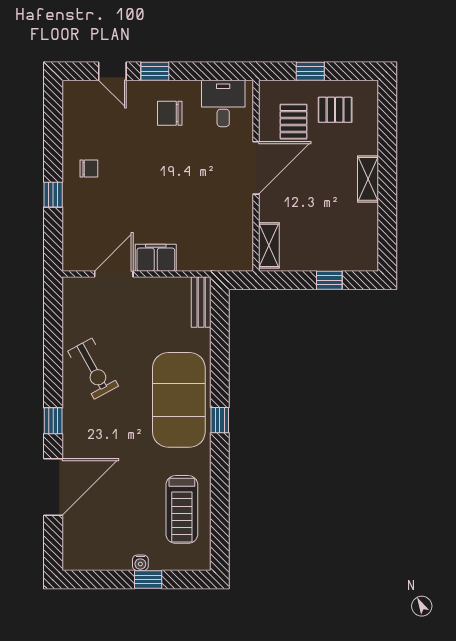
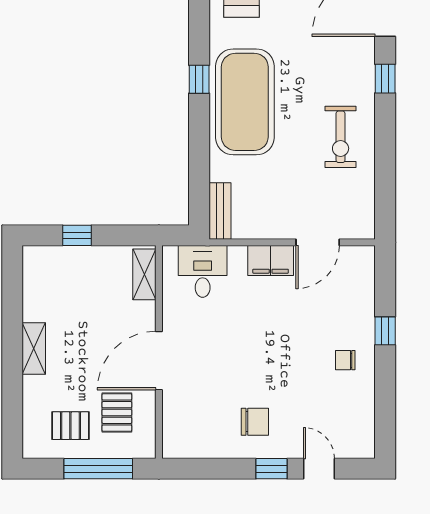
window: (310, 71) -> (98, 469), width x2.17
desk: (223, 103) -> (203, 271), moved, turned 180
exercise bike: (93, 369) -> (341, 137), turned -151

